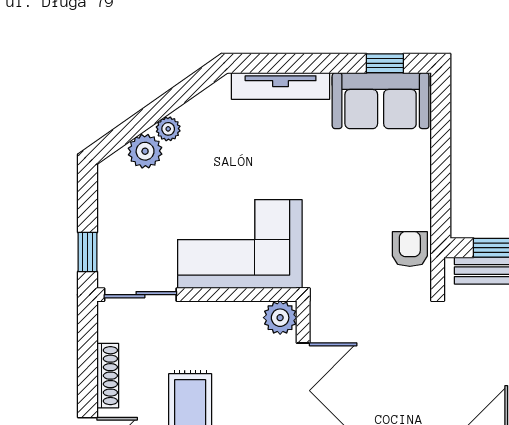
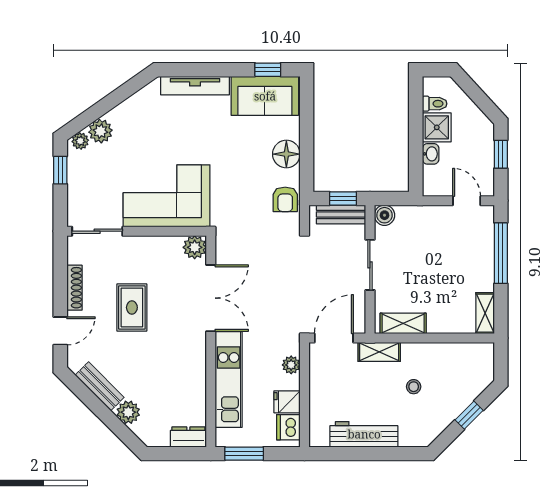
plant: (168, 129) -> (80, 141), moved
floor lamp: (412, 184) -> (286, 154), added
armchair: (410, 249) -> (285, 199), turned 180
window: (87, 252) -> (60, 170), moved

